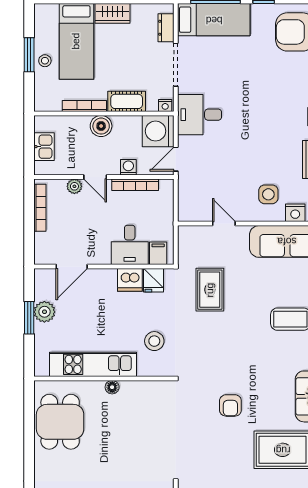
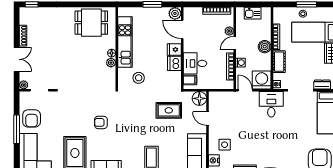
door: (224, 224) -> (207, 119), swing flipped
floor lamp: (190, 237) -> (199, 98), added
fridge: (154, 280) -> (174, 50), moved
plant: (44, 312) -> (175, 13), moved
plant: (128, 388) -> (111, 63), added

